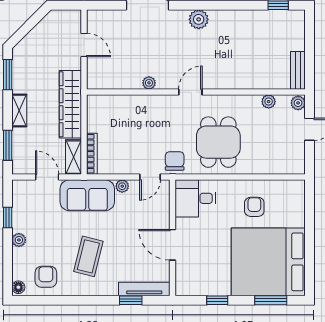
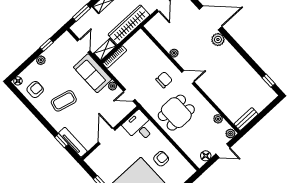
plant: (199, 19) -> (218, 40), moved
floor lamp: (297, 154) -> (206, 156), added
chair: (175, 161) -> (164, 80), moved

